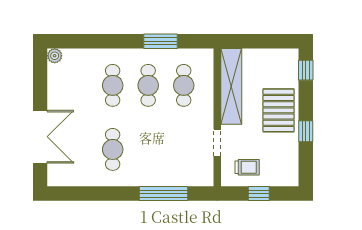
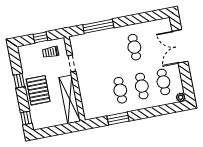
cafe table: (184, 85) -> (163, 82), moved

